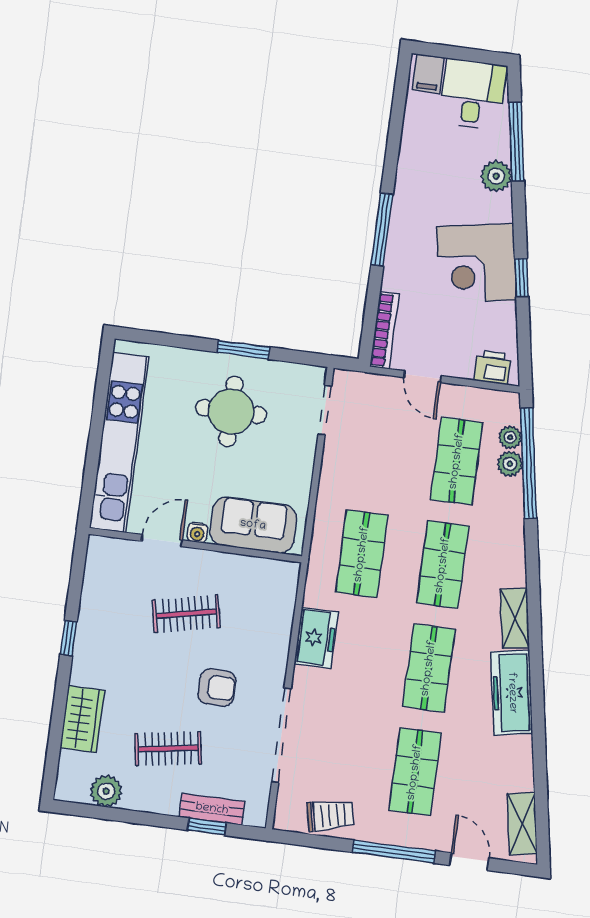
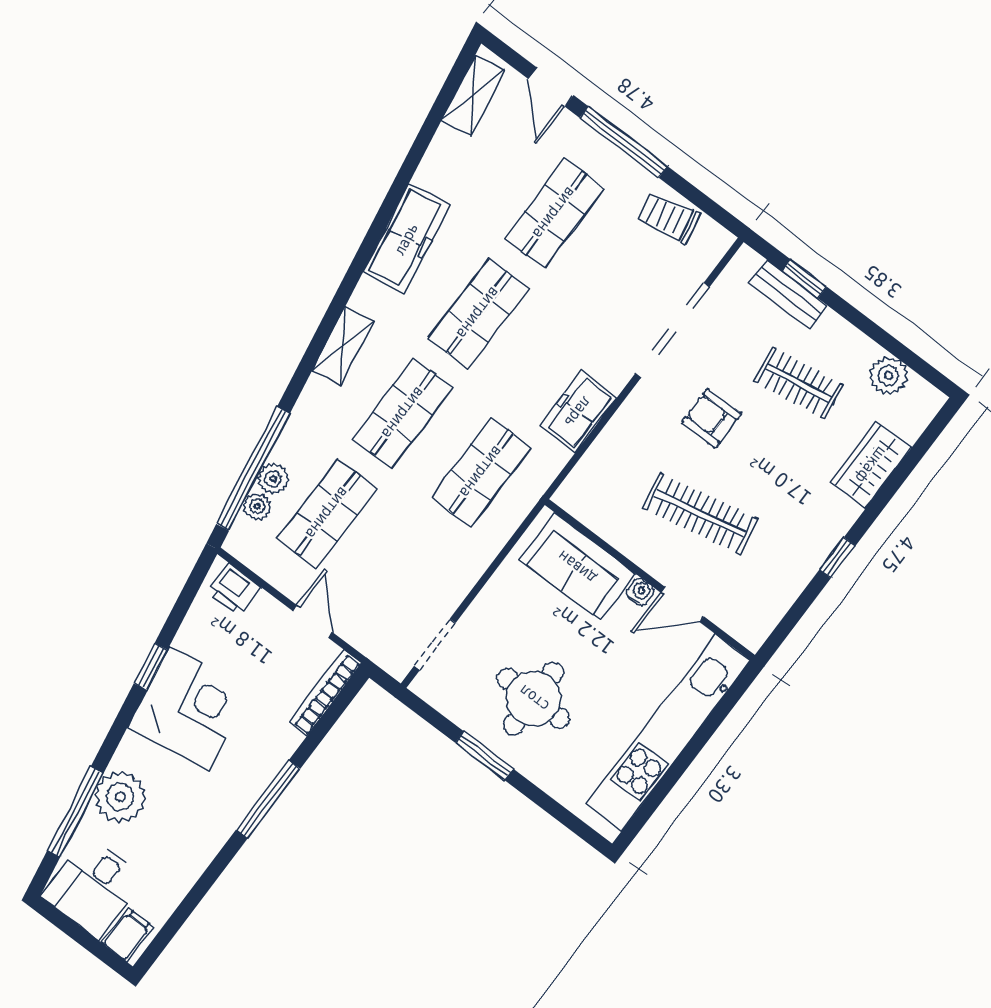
plant: (496, 176) -> (120, 797), width x1.36, depth x1.36
clothes rail: (186, 614) -> (700, 514), width x1.36
shelving: (515, 618) -> (343, 346), moved

